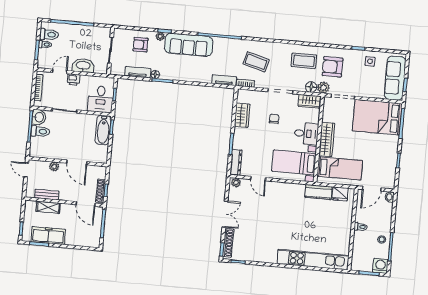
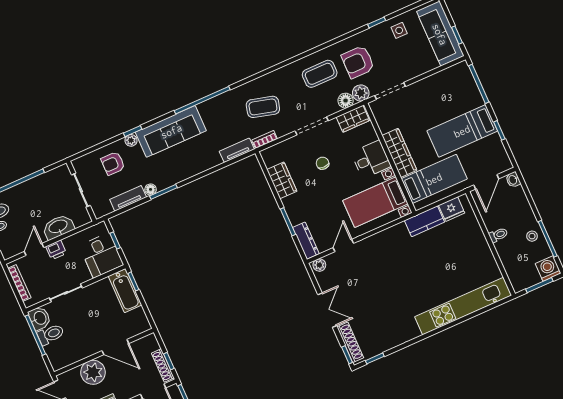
bed: (377, 117) -> (462, 131), moved, width x0.67
plant: (54, 166) -> (93, 372), width x1.88, depth x1.88
door: (258, 179) -> (343, 245), swing flipped

